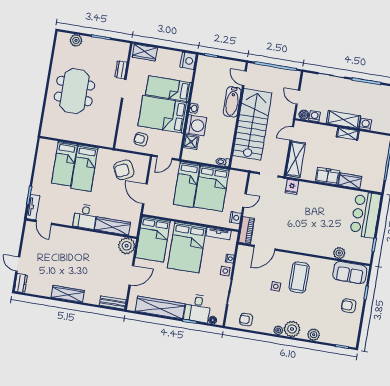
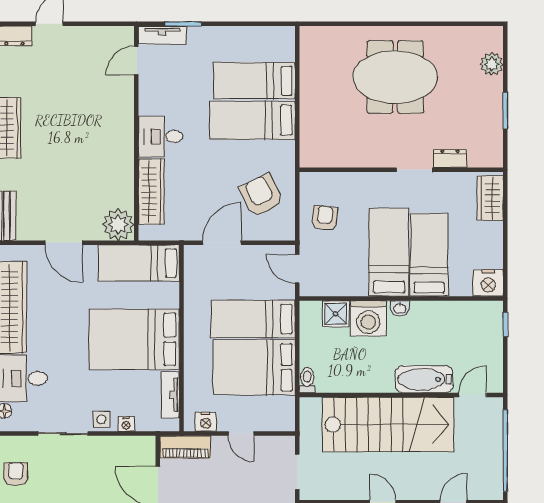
bed: (163, 114) -> (389, 252), width x0.67
bed: (153, 239) -> (139, 263), width x0.67

